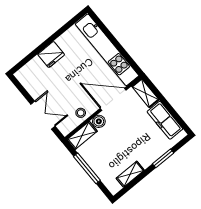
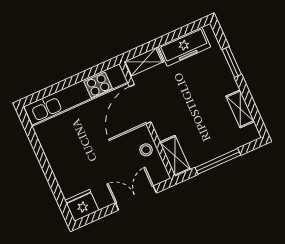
fridge: (51, 55) -> (82, 205), moved, turned -90
boiler: (99, 121) -> (163, 130), removed

